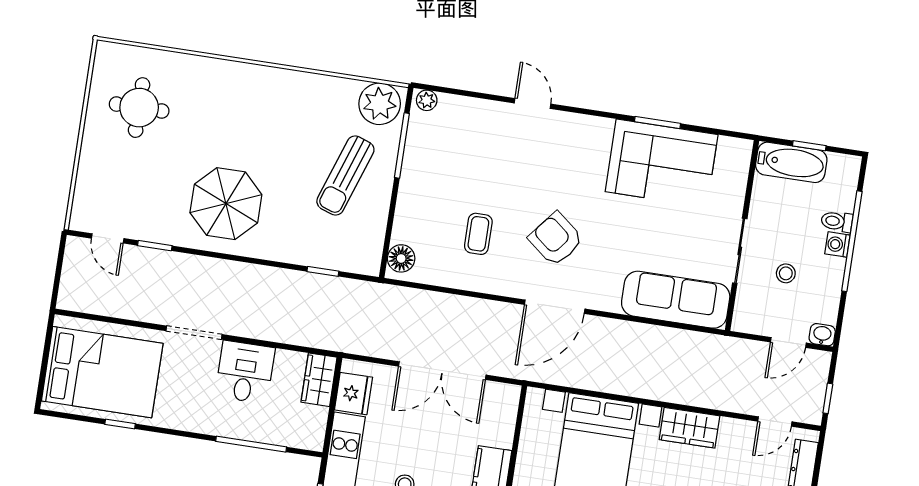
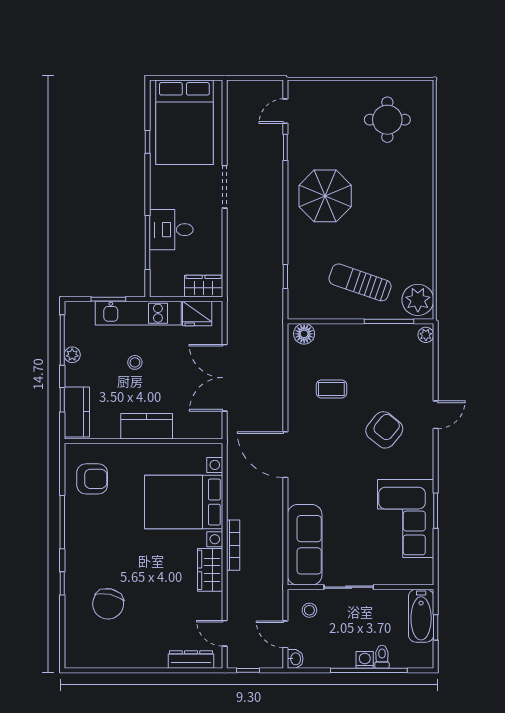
armchair: (556, 239) -> (384, 430), moved
stool: (786, 273) -> (309, 610), moved
desk: (245, 372) -> (171, 230), moved, turned 180
bookcase: (662, 393) -> (233, 545), added

